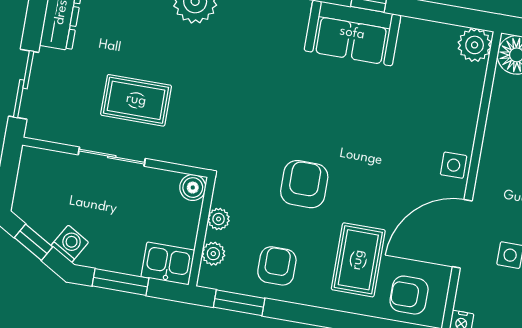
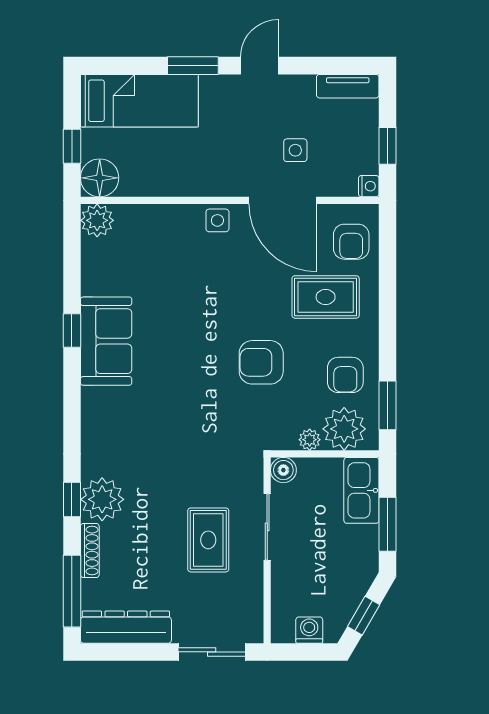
sliding door: (112, 157) -> (267, 527), moved
washing machine: (70, 244) -> (309, 630), moved, turned 60
plant: (213, 254) -> (344, 429), width x1.88, depth x1.88
kitchen sink: (168, 263) -> (361, 490), width x1.38
armchair: (277, 266) -> (345, 375), turned -90

